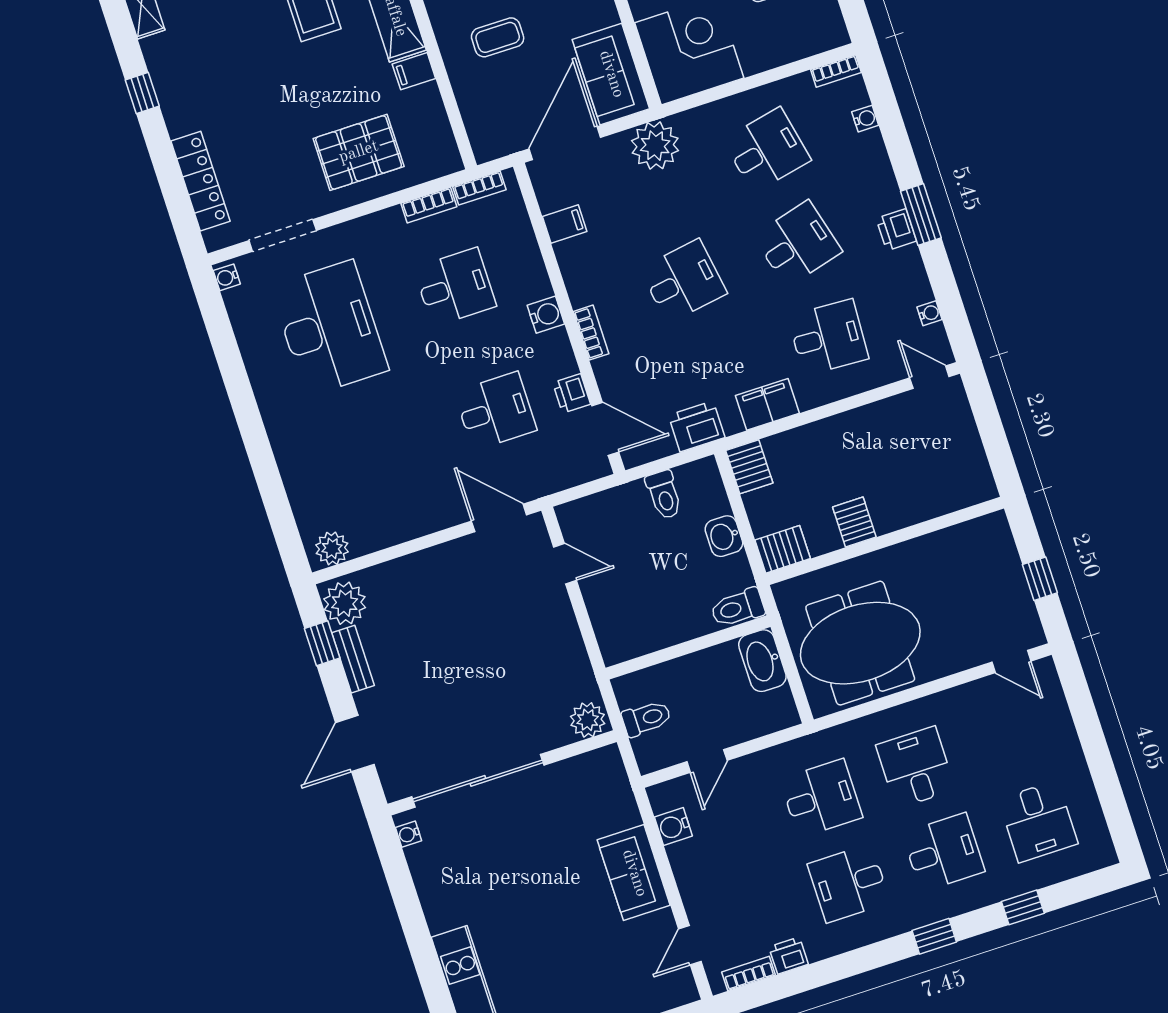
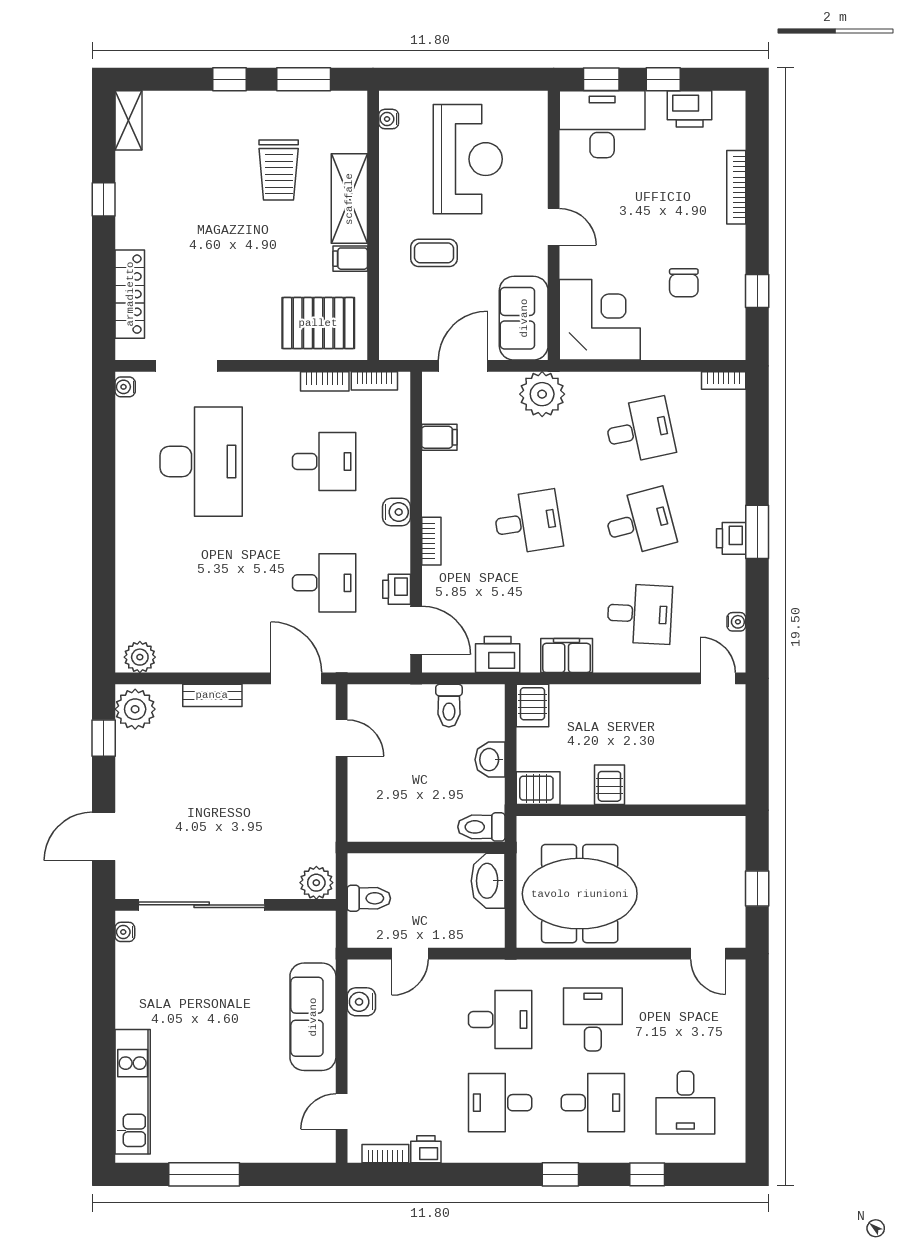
water cooler: (865, 119) -> (736, 431), removed
door: (565, 143) -> (463, 366), width x0.73
pallet: (359, 152) -> (318, 323), moved
bench: (353, 659) -> (212, 695), moved, turned 90
sofa: (634, 873) -> (313, 1017), width x1.36

